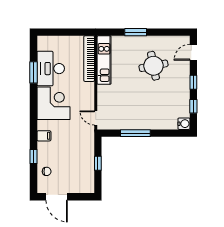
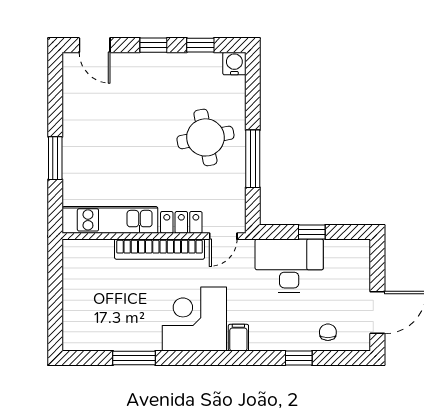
bookcase: (89, 59) -> (160, 249), moved
round table: (153, 66) -> (205, 137), moved
desk: (51, 69) -> (289, 266), moved, turned 180
locker: (103, 97) -> (181, 222), added
filing cabinet: (44, 136) -> (238, 338), moved

